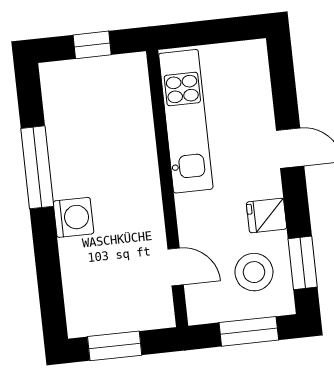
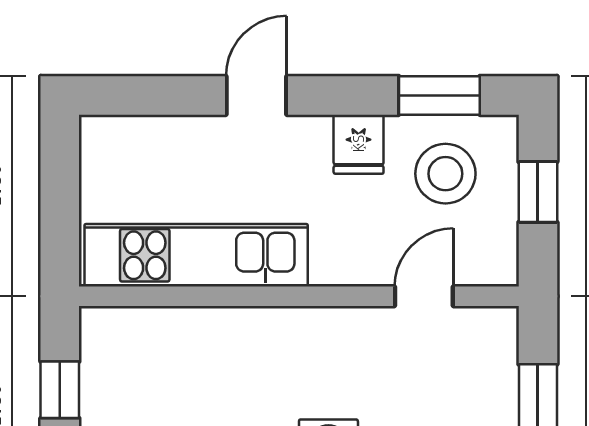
window: (249, 331) -> (538, 192), width x0.67

